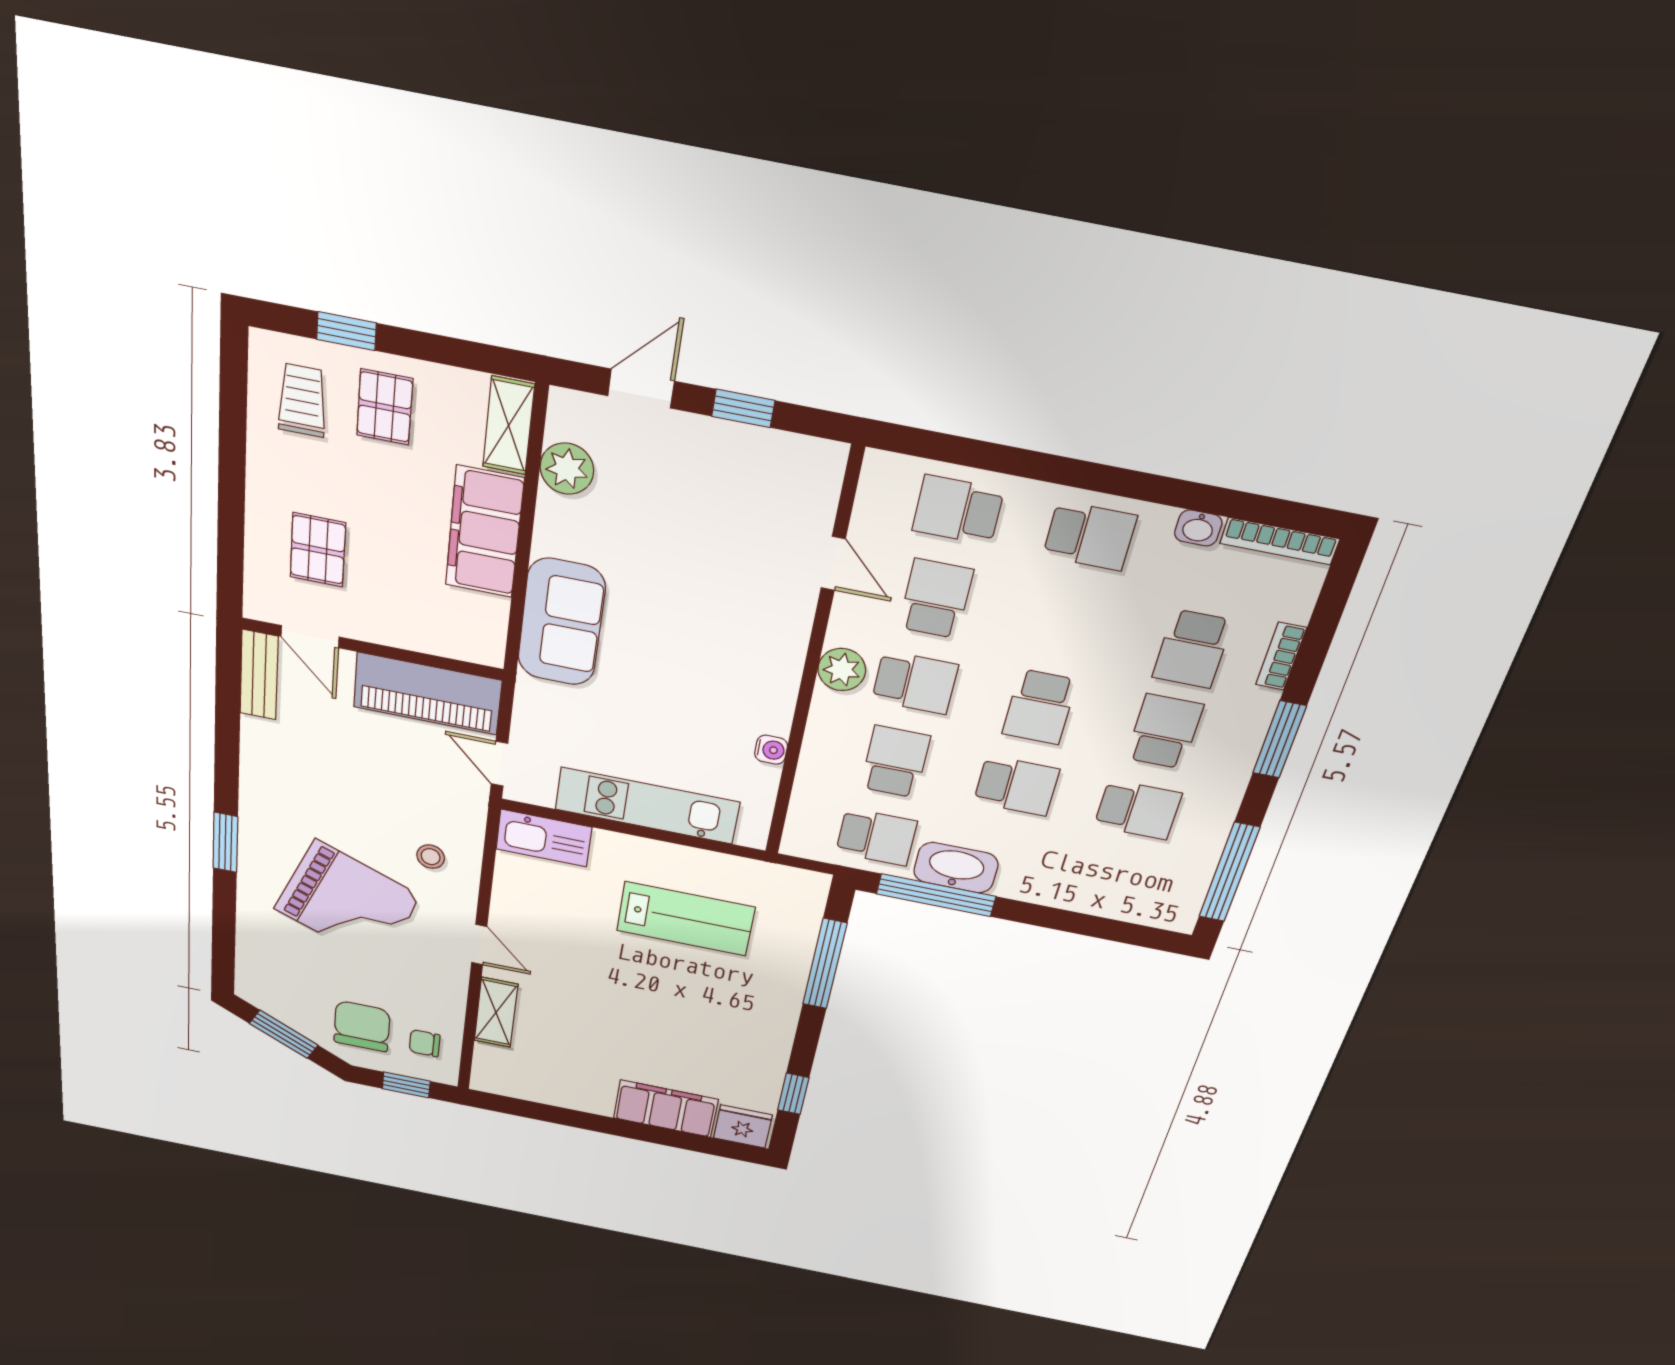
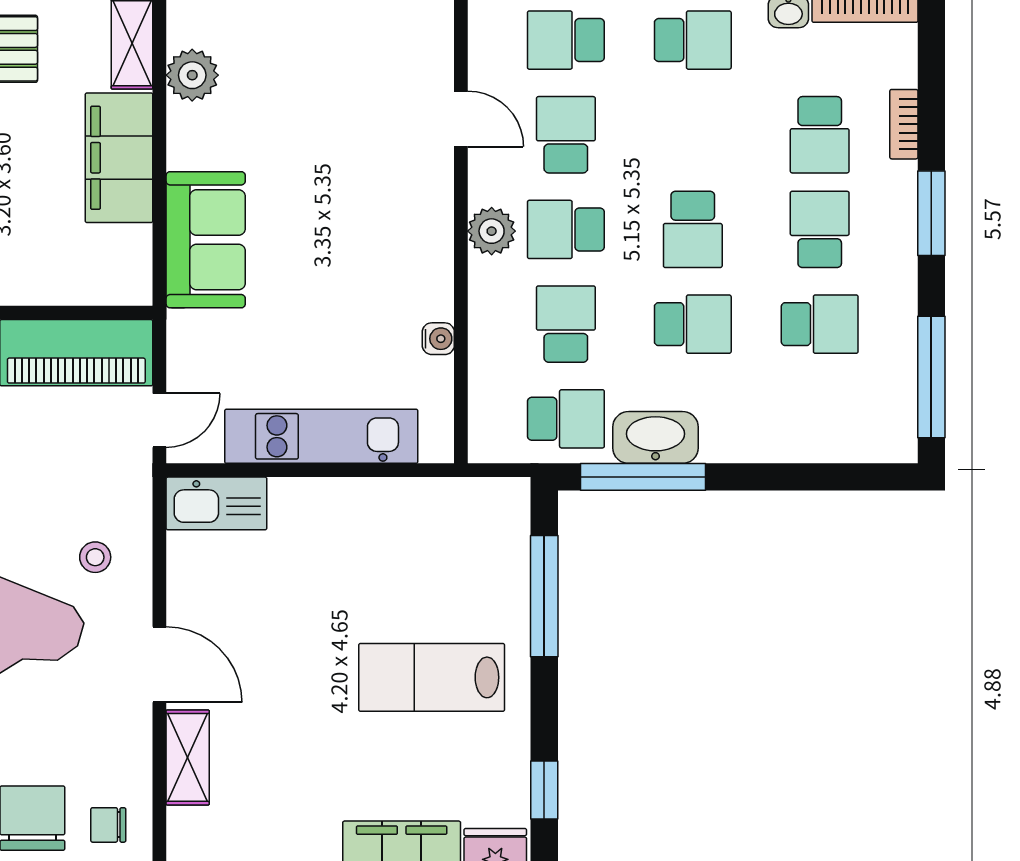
school desk: (915, 682) -> (566, 229), turned 180
door: (500, 764) -> (159, 420), swing flipped
lab bench: (686, 919) -> (432, 677), moved, turned 180
door: (479, 945) -> (159, 665), width x1.38

